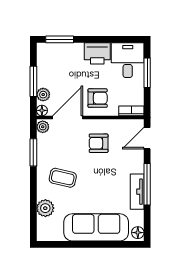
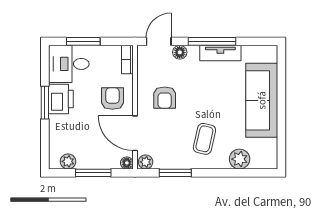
window: (60, 39) -> (45, 103), moved
plant: (43, 95) -> (68, 161), moved
door: (147, 138) -> (159, 41), swing flipped
floor lamp: (138, 233) -> (180, 52), moved

